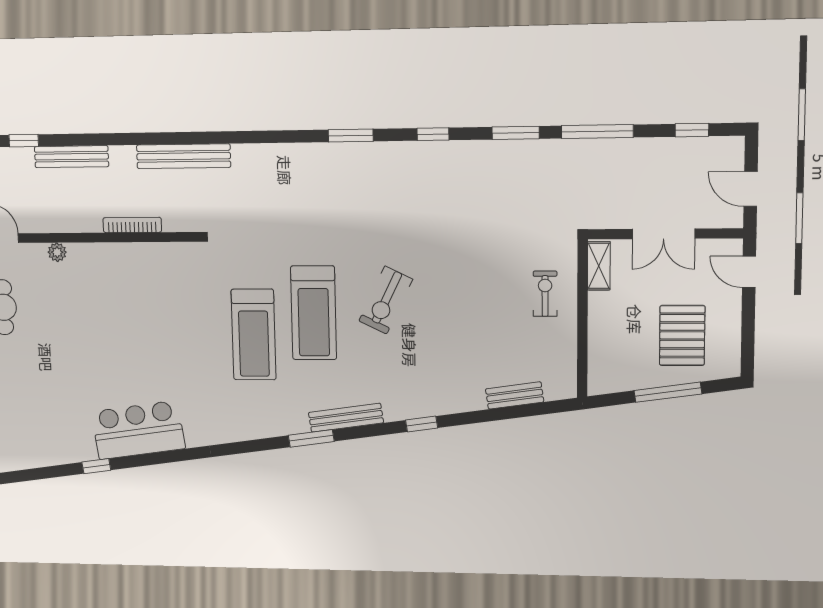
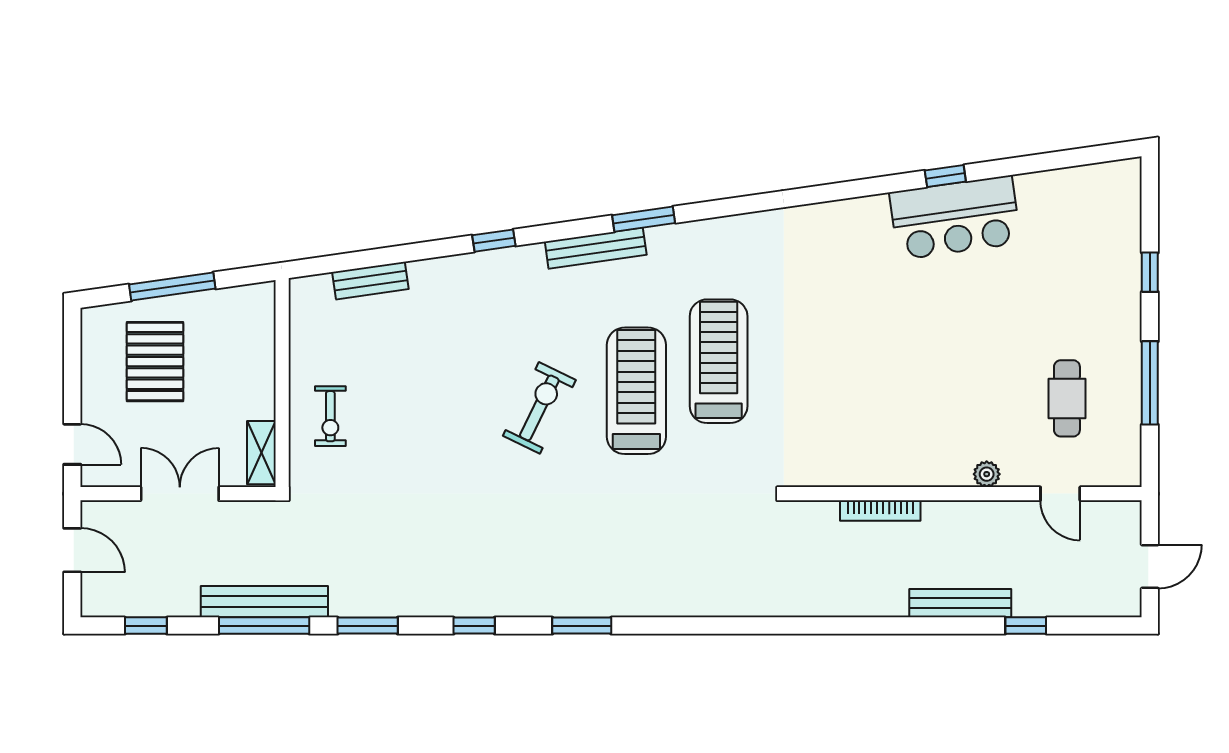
bench: (183, 156) -> (264, 602), moved
bar counter: (138, 430) -> (955, 218), moved

